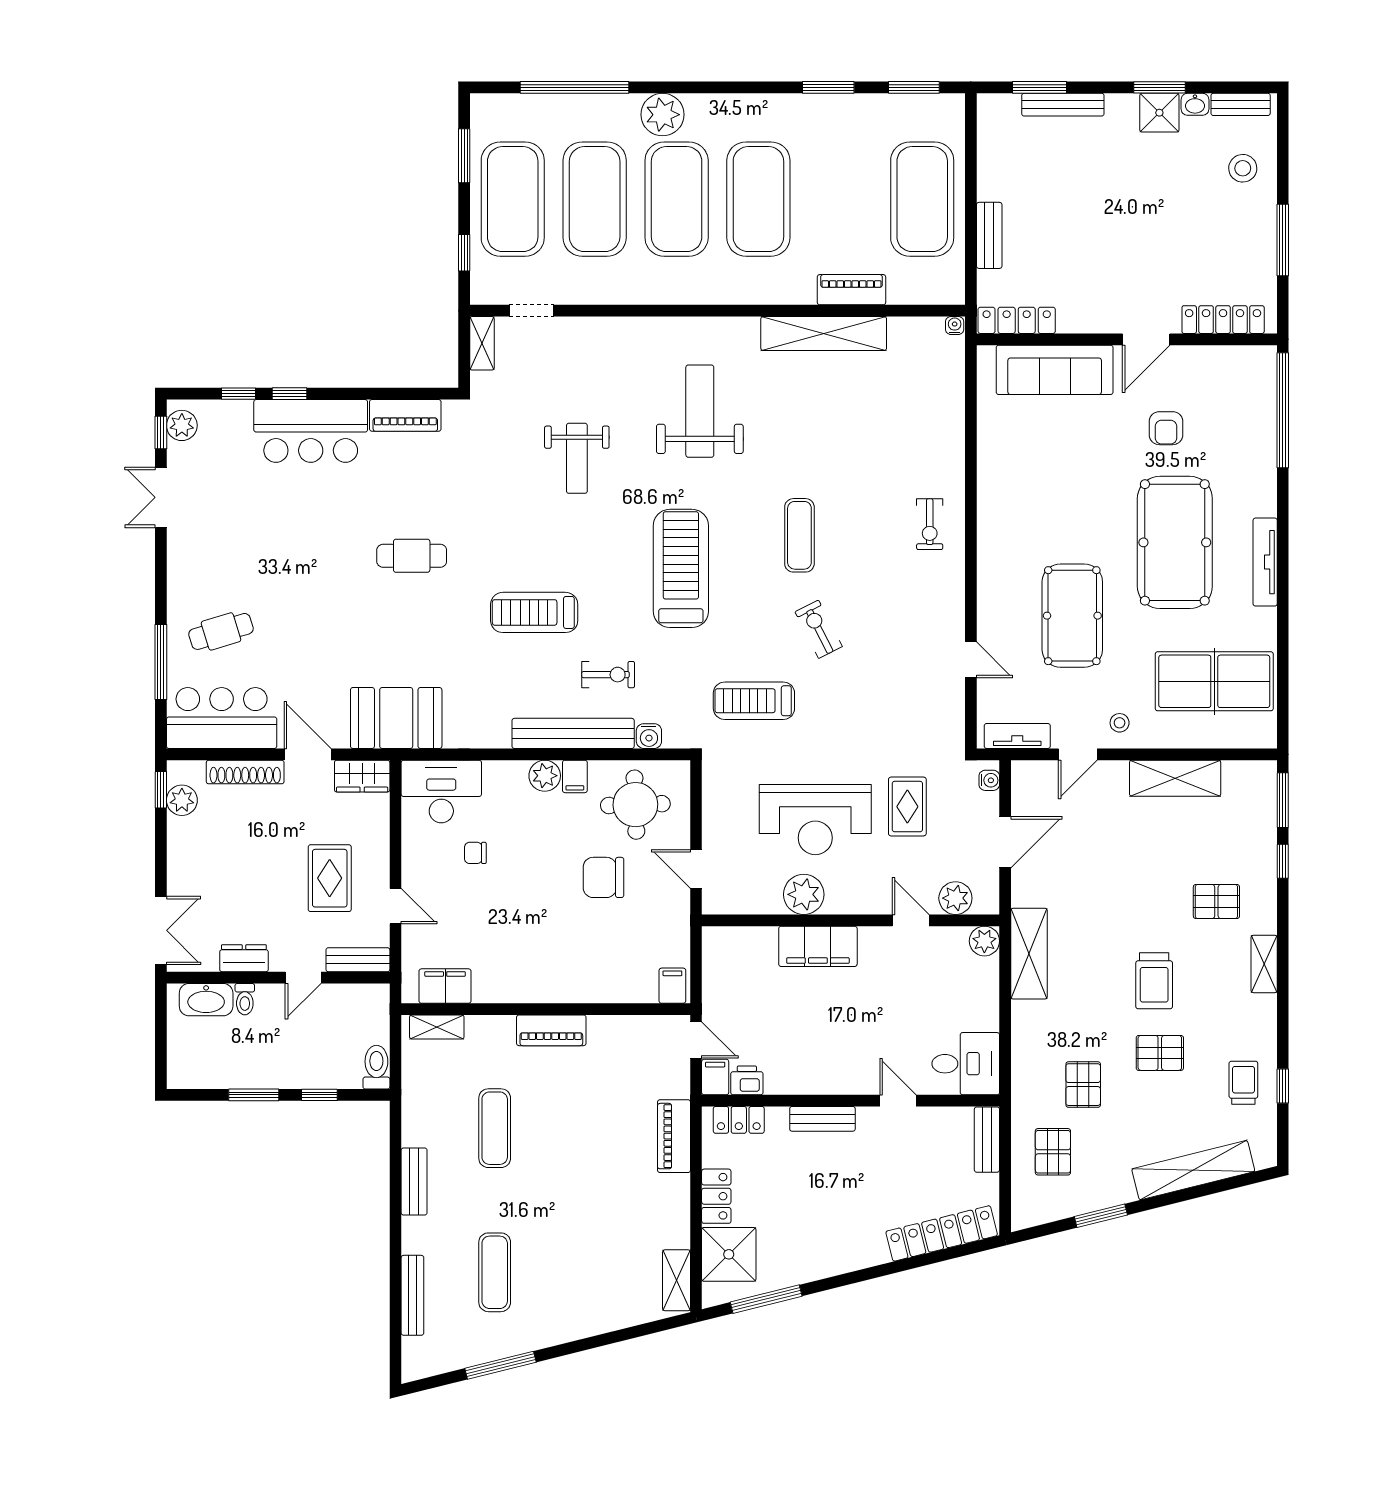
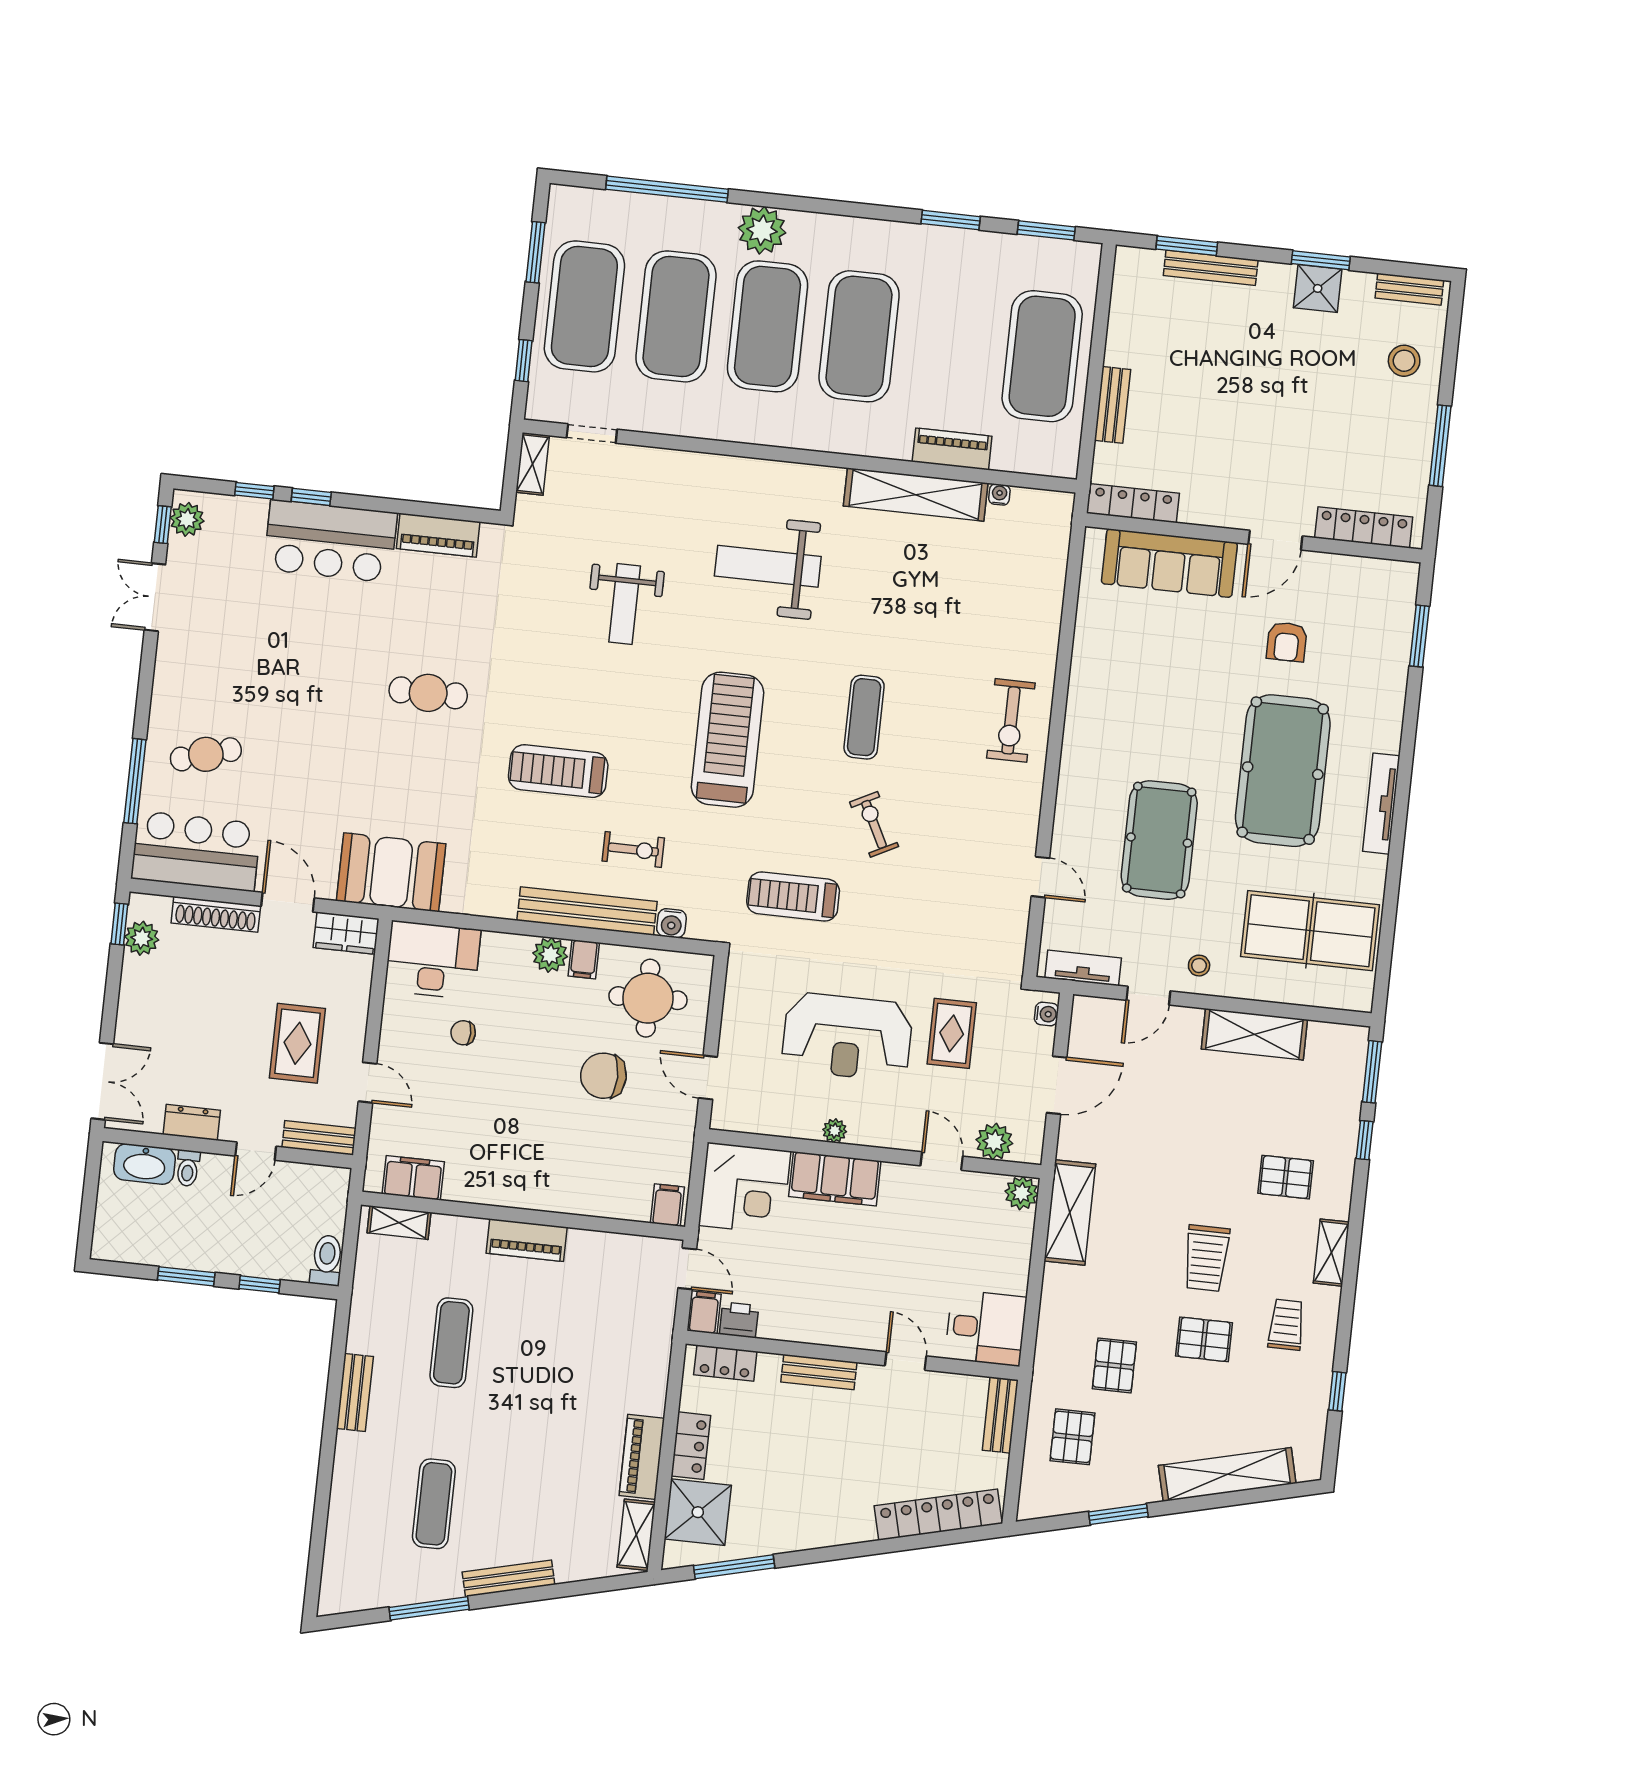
washbasin: (1195, 104) -> (1358, 283), removed
water cooler: (955, 326) -> (999, 495), moved
window: (1283, 410) -> (1419, 636), width x0.47
weight bench: (700, 411) -> (768, 566), turned -90
exercise bike: (930, 524) -> (1011, 720), width x1.38, depth x1.39
plant: (804, 894) -> (835, 1131), width x0.53, depth x0.53
corner desk: (739, 963) -> (745, 1188), added
trolley: (1243, 1083) -> (1286, 1325), moved
piano: (674, 1136) -> (642, 1457), moved
bench: (412, 1295) -> (508, 1578), moved, turned 76

